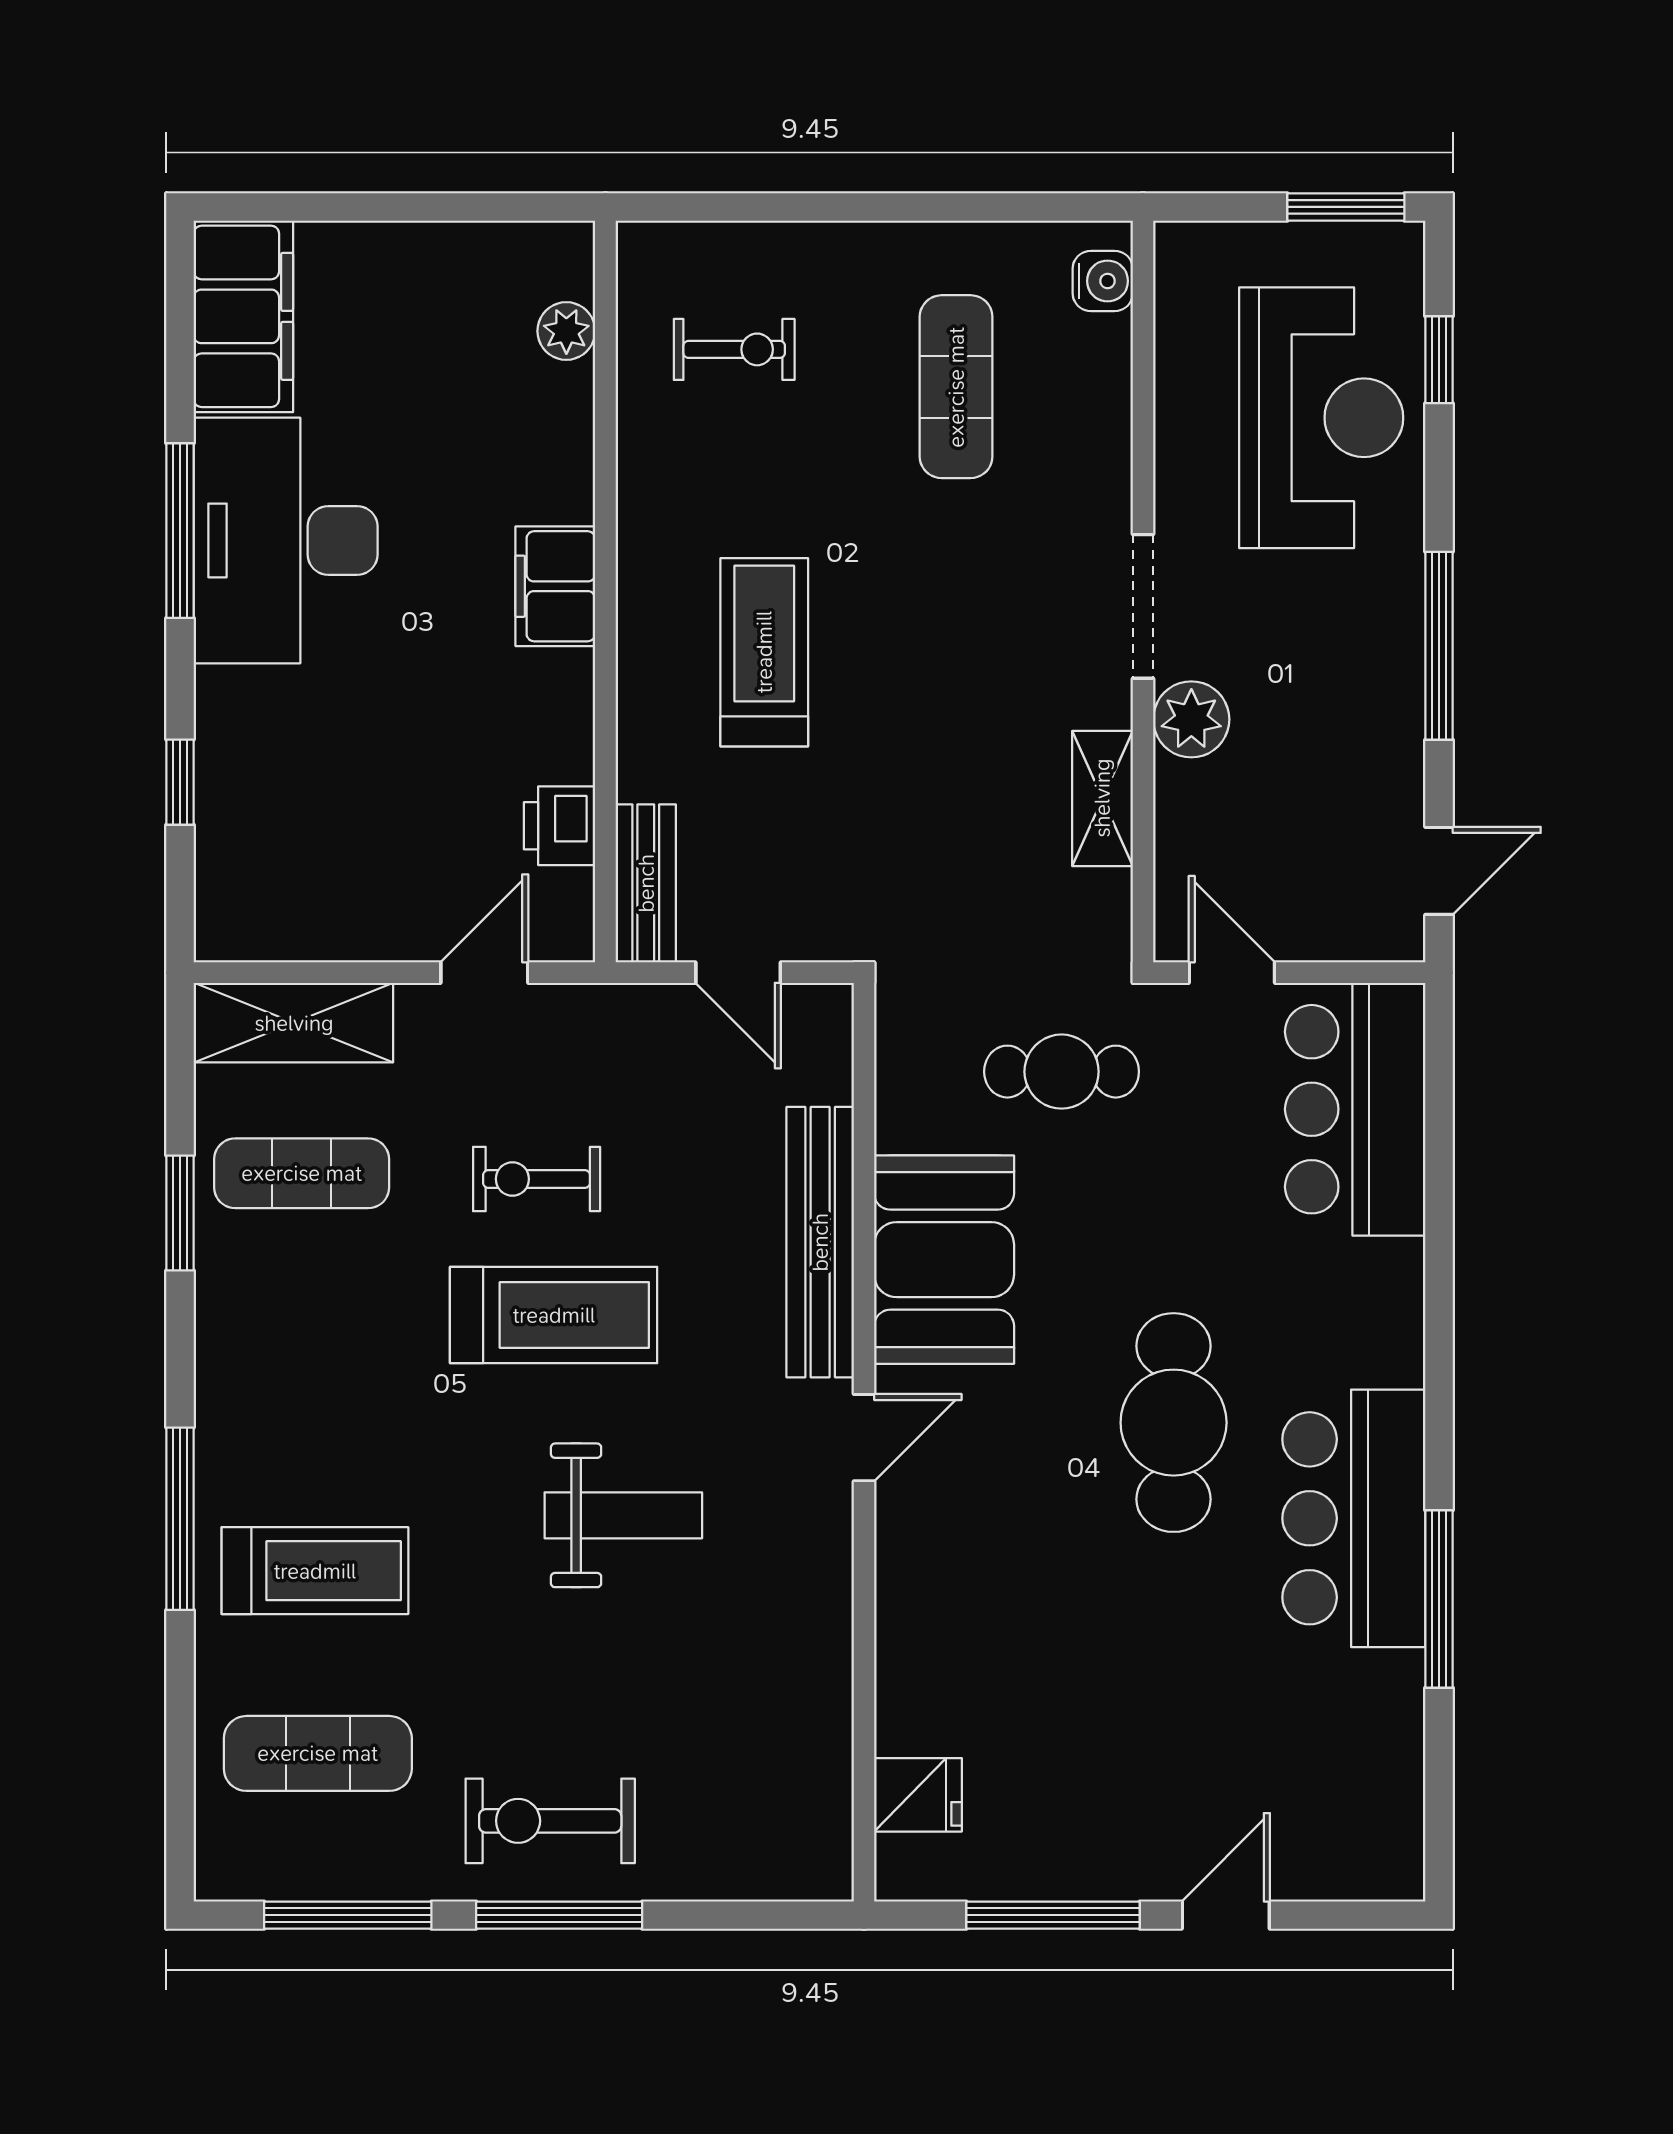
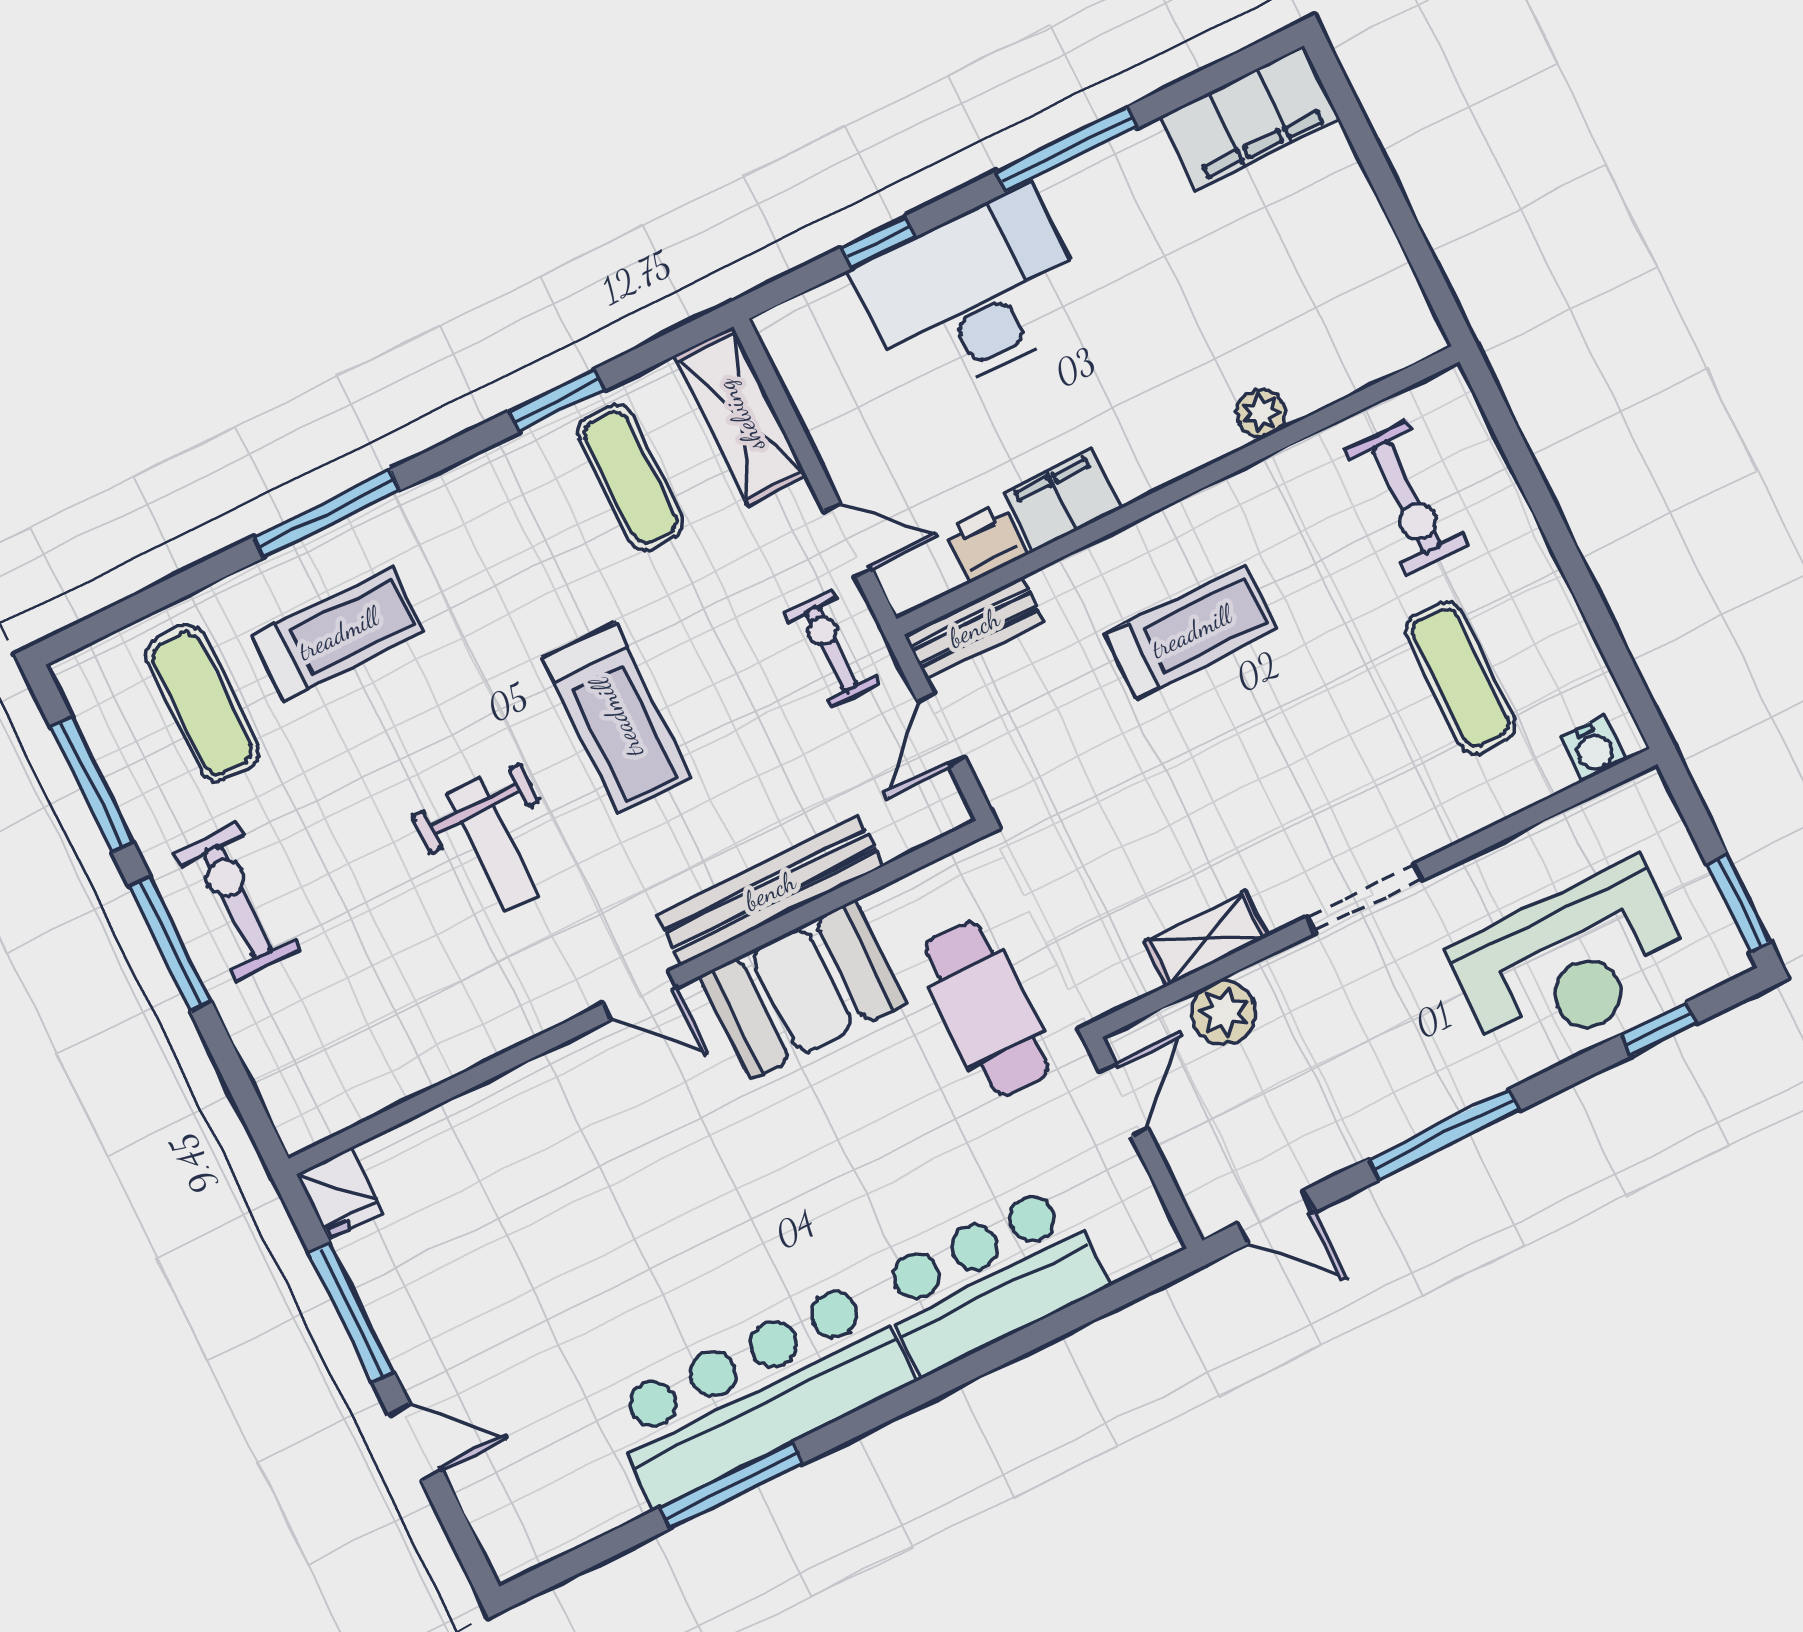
plant: (566, 331) -> (1261, 413), moved
exercise bike: (734, 349) -> (1407, 498), width x1.38, depth x1.39
exercise mat: (956, 387) -> (1460, 677), turned 90
desk: (286, 540) -> (973, 294), moved
filing cabinet: (555, 586) -> (1062, 501), moved
plant: (1191, 719) -> (1224, 1013), moved
cafe table: (1062, 1072) -> (987, 1009), width x1.37, depth x1.35
bar counter: (1355, 1109) -> (990, 1280), moved
exercise bike: (537, 1179) -> (831, 649), moved
cafe table: (1174, 1423) -> (765, 1222), removed
bar counter: (1354, 1518) -> (760, 1392), width x1.36
treadmill: (315, 1571) -> (338, 634), turned -90
fridge: (918, 1795) -> (340, 1193), moved

